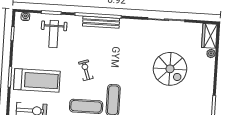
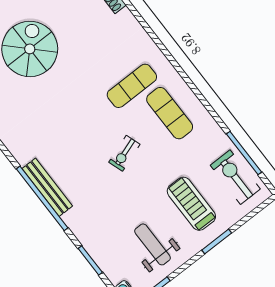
weight bench: (54, 34) -> (153, 244), moved, turned -90
treadmill: (37, 80) -> (191, 204), width x0.73, depth x0.73

